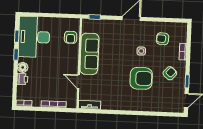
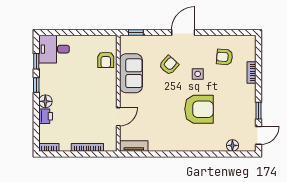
desk: (34, 37) -> (54, 49), width x0.53, depth x0.77
sofa: (89, 54) -> (131, 73), width x0.73
armchair: (170, 73) -> (169, 65), moved
door: (78, 82) -> (118, 117), swing flipped
floor lamp: (166, 107) -> (232, 145), added

